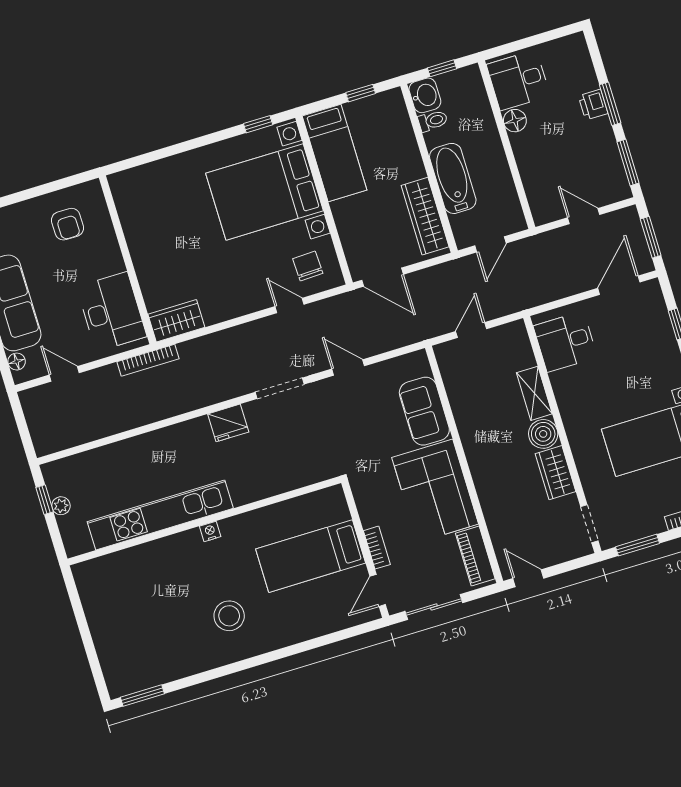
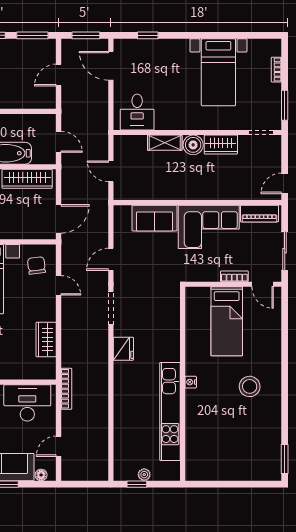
chair: (308, 266) -> (36, 266), turned 85
door: (289, 305) -> (59, 285), swing flipped
wardrobe: (176, 321) -> (46, 340), moved

